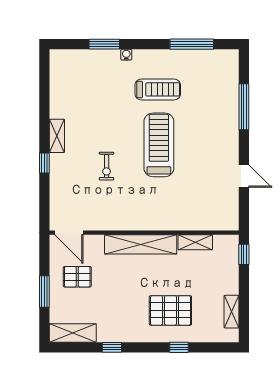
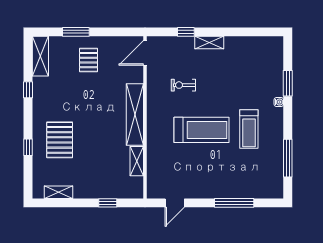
door: (69, 233) -> (145, 53), moved
wall: (144, 233) -> (145, 117), moved
shelving: (195, 242) -> (137, 161), moved
shelving: (141, 244) -> (135, 114), moved

